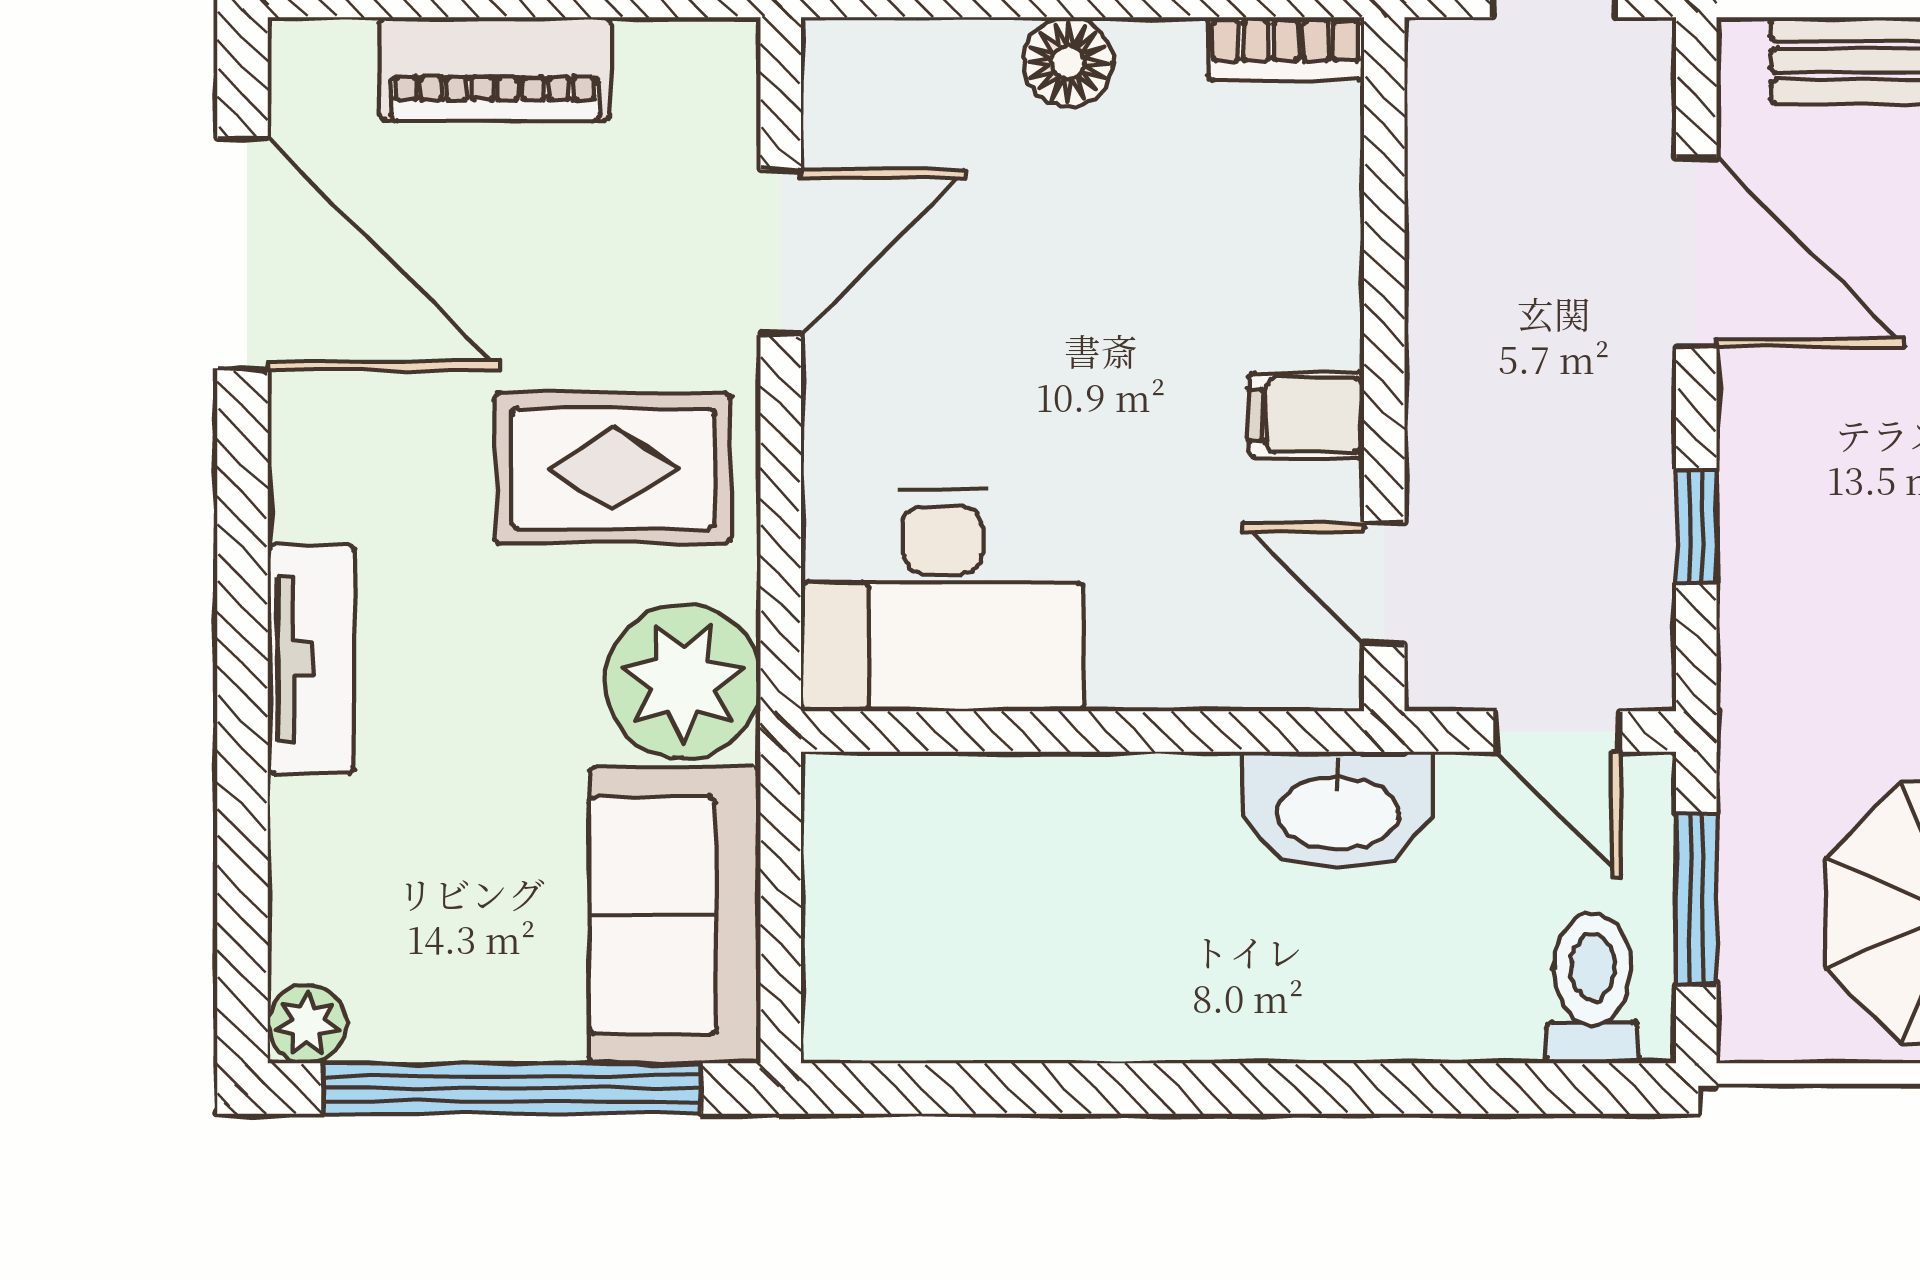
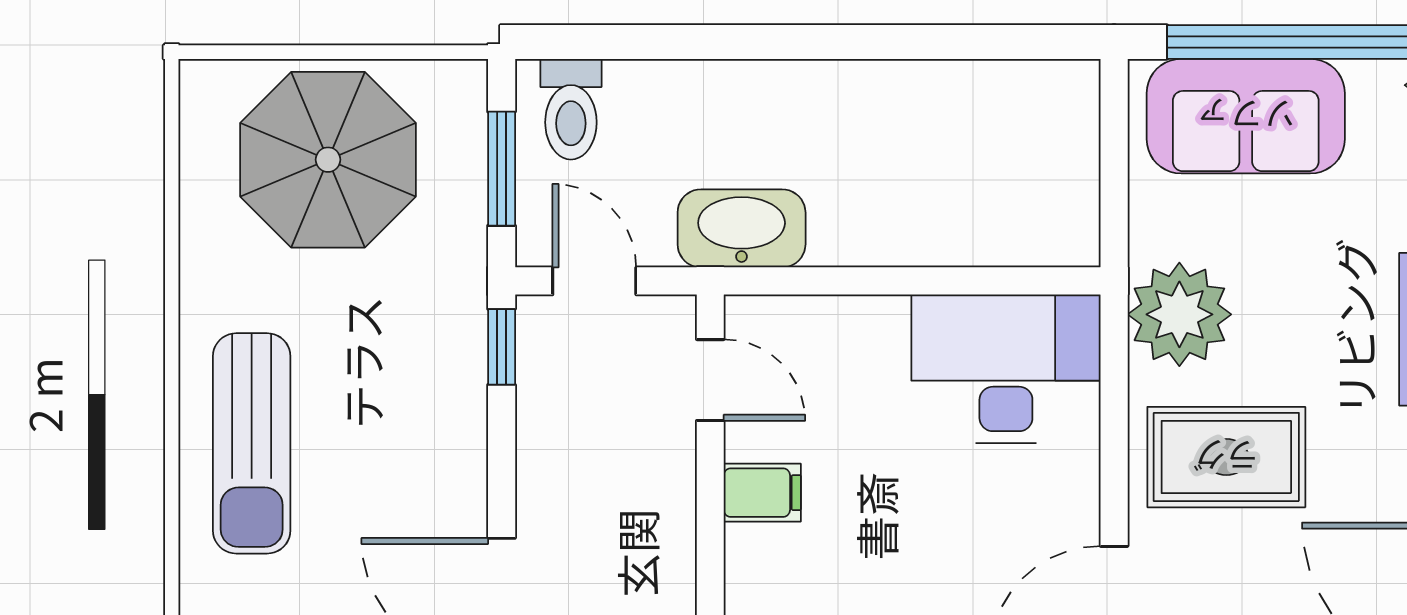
window: (1696, 526) -> (502, 347), moved
sofa: (675, 915) -> (1246, 116), moved, turned 90

